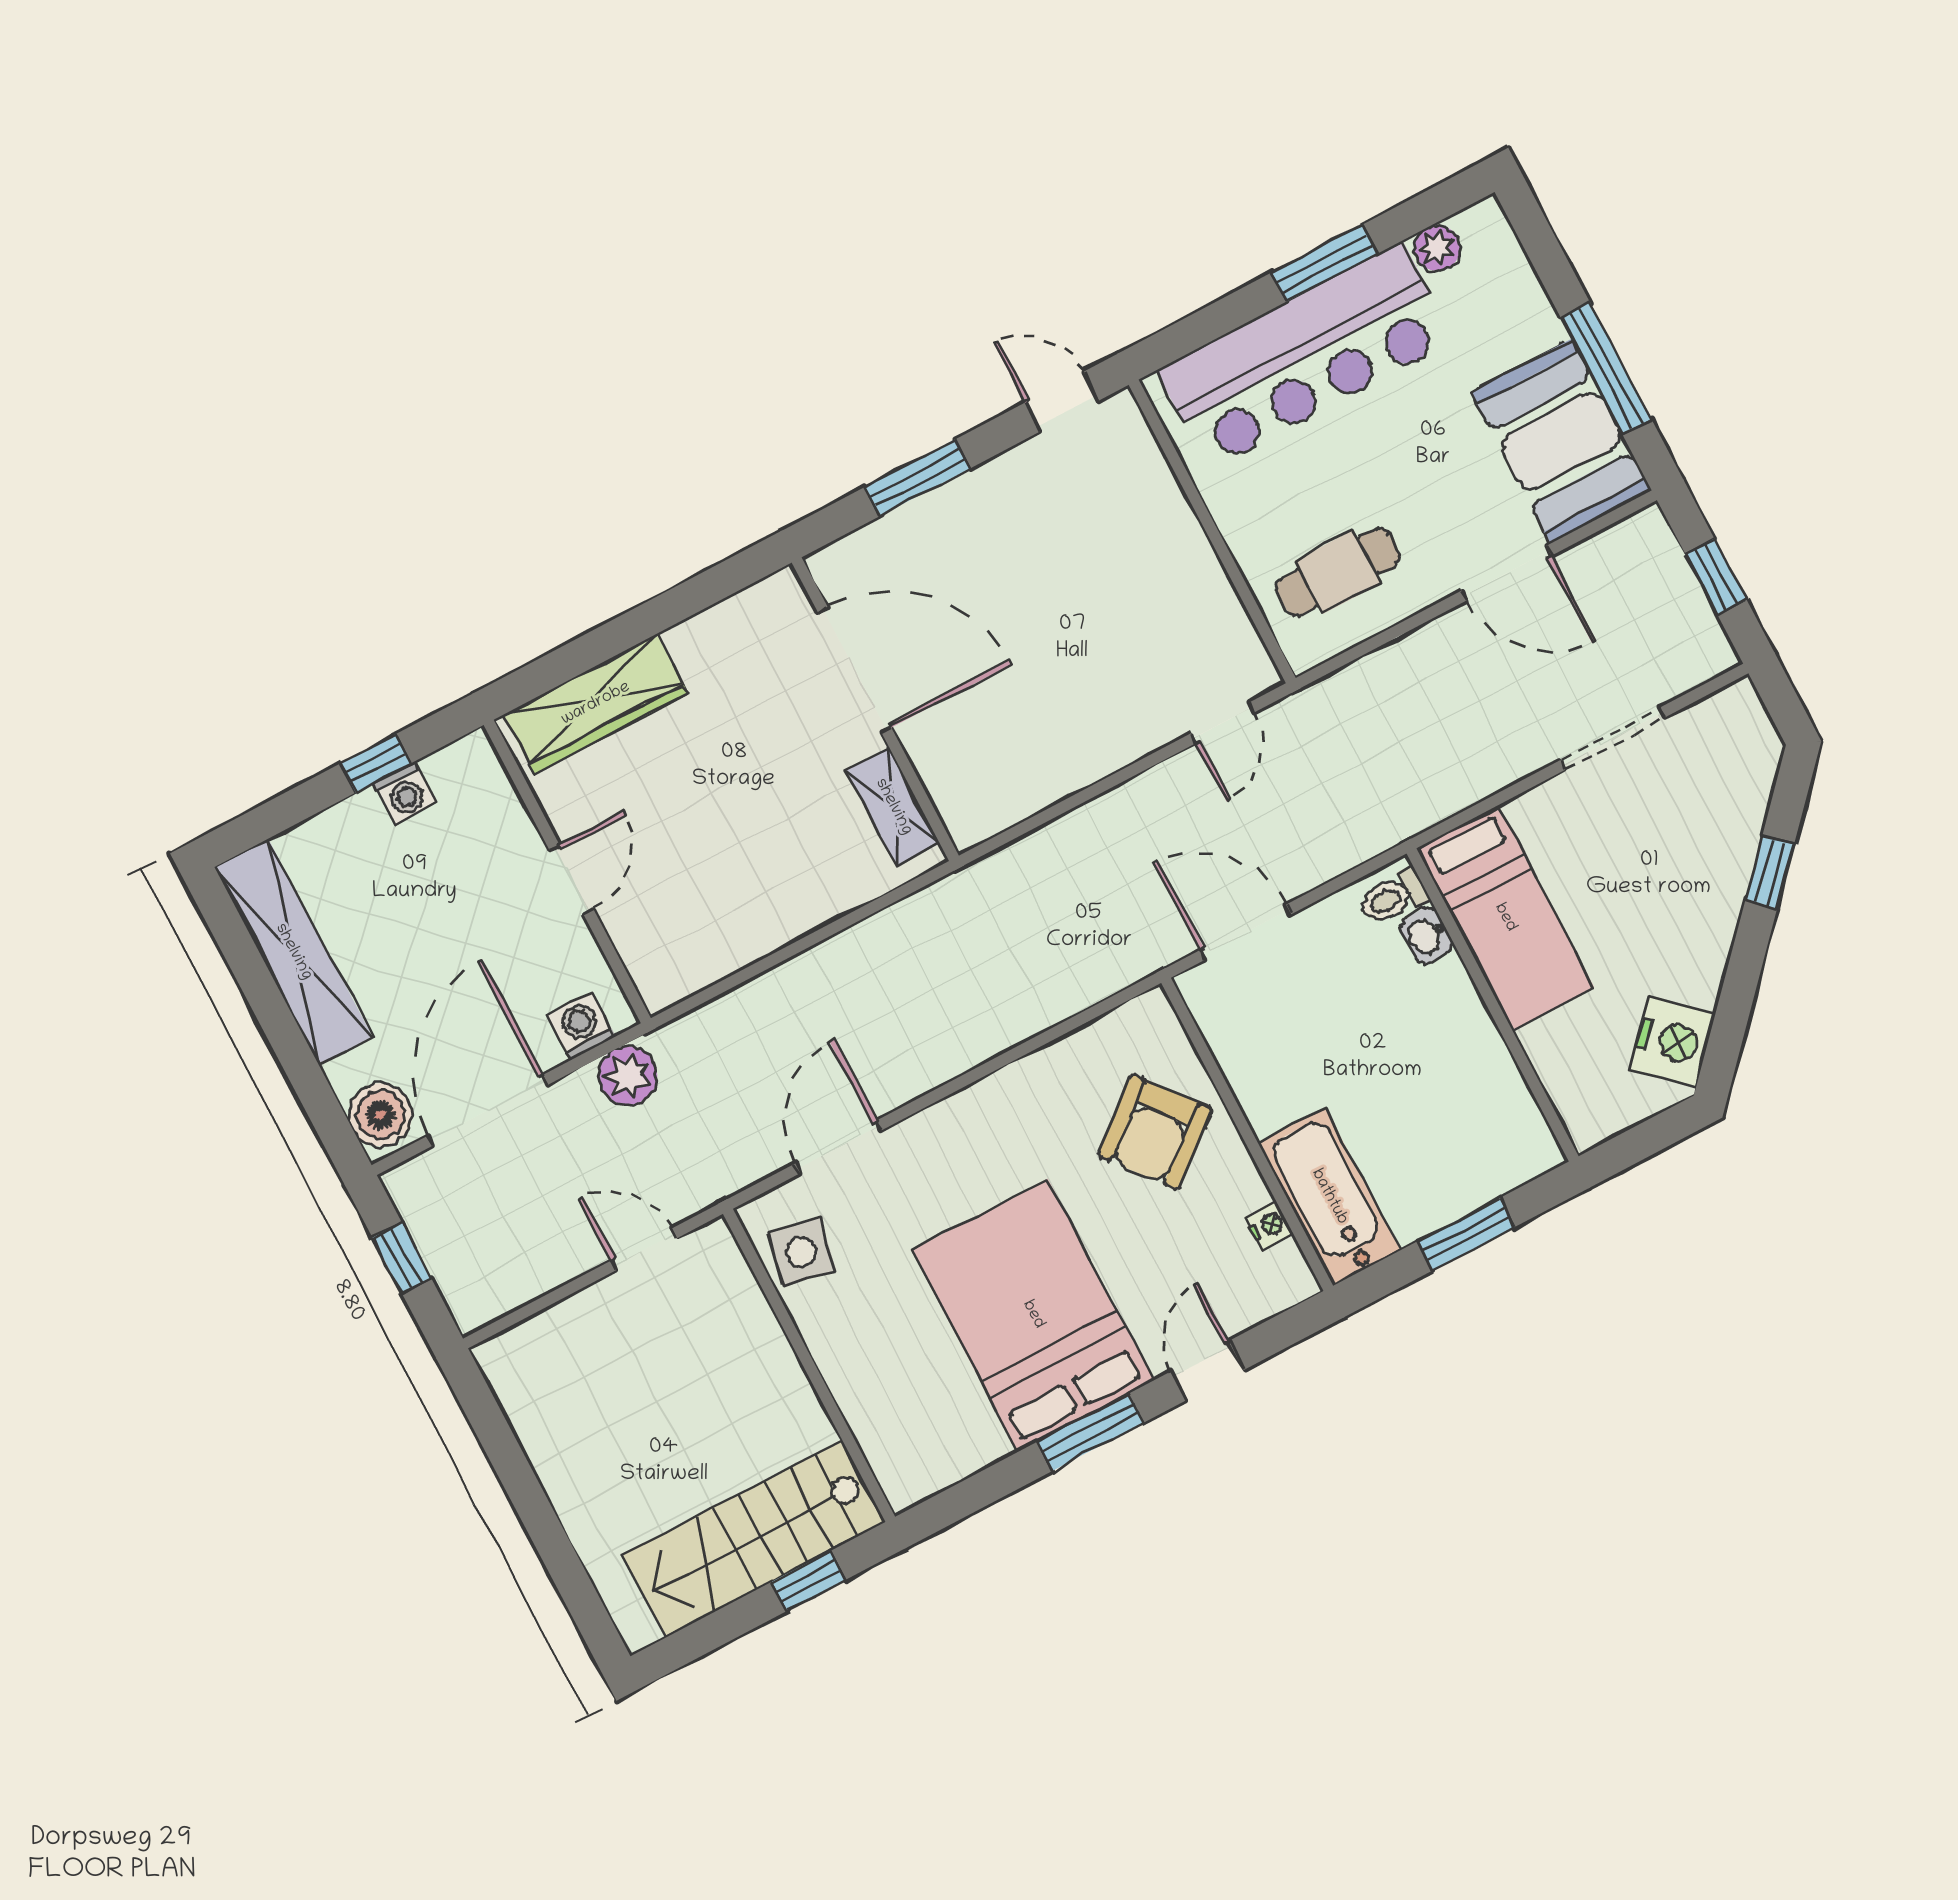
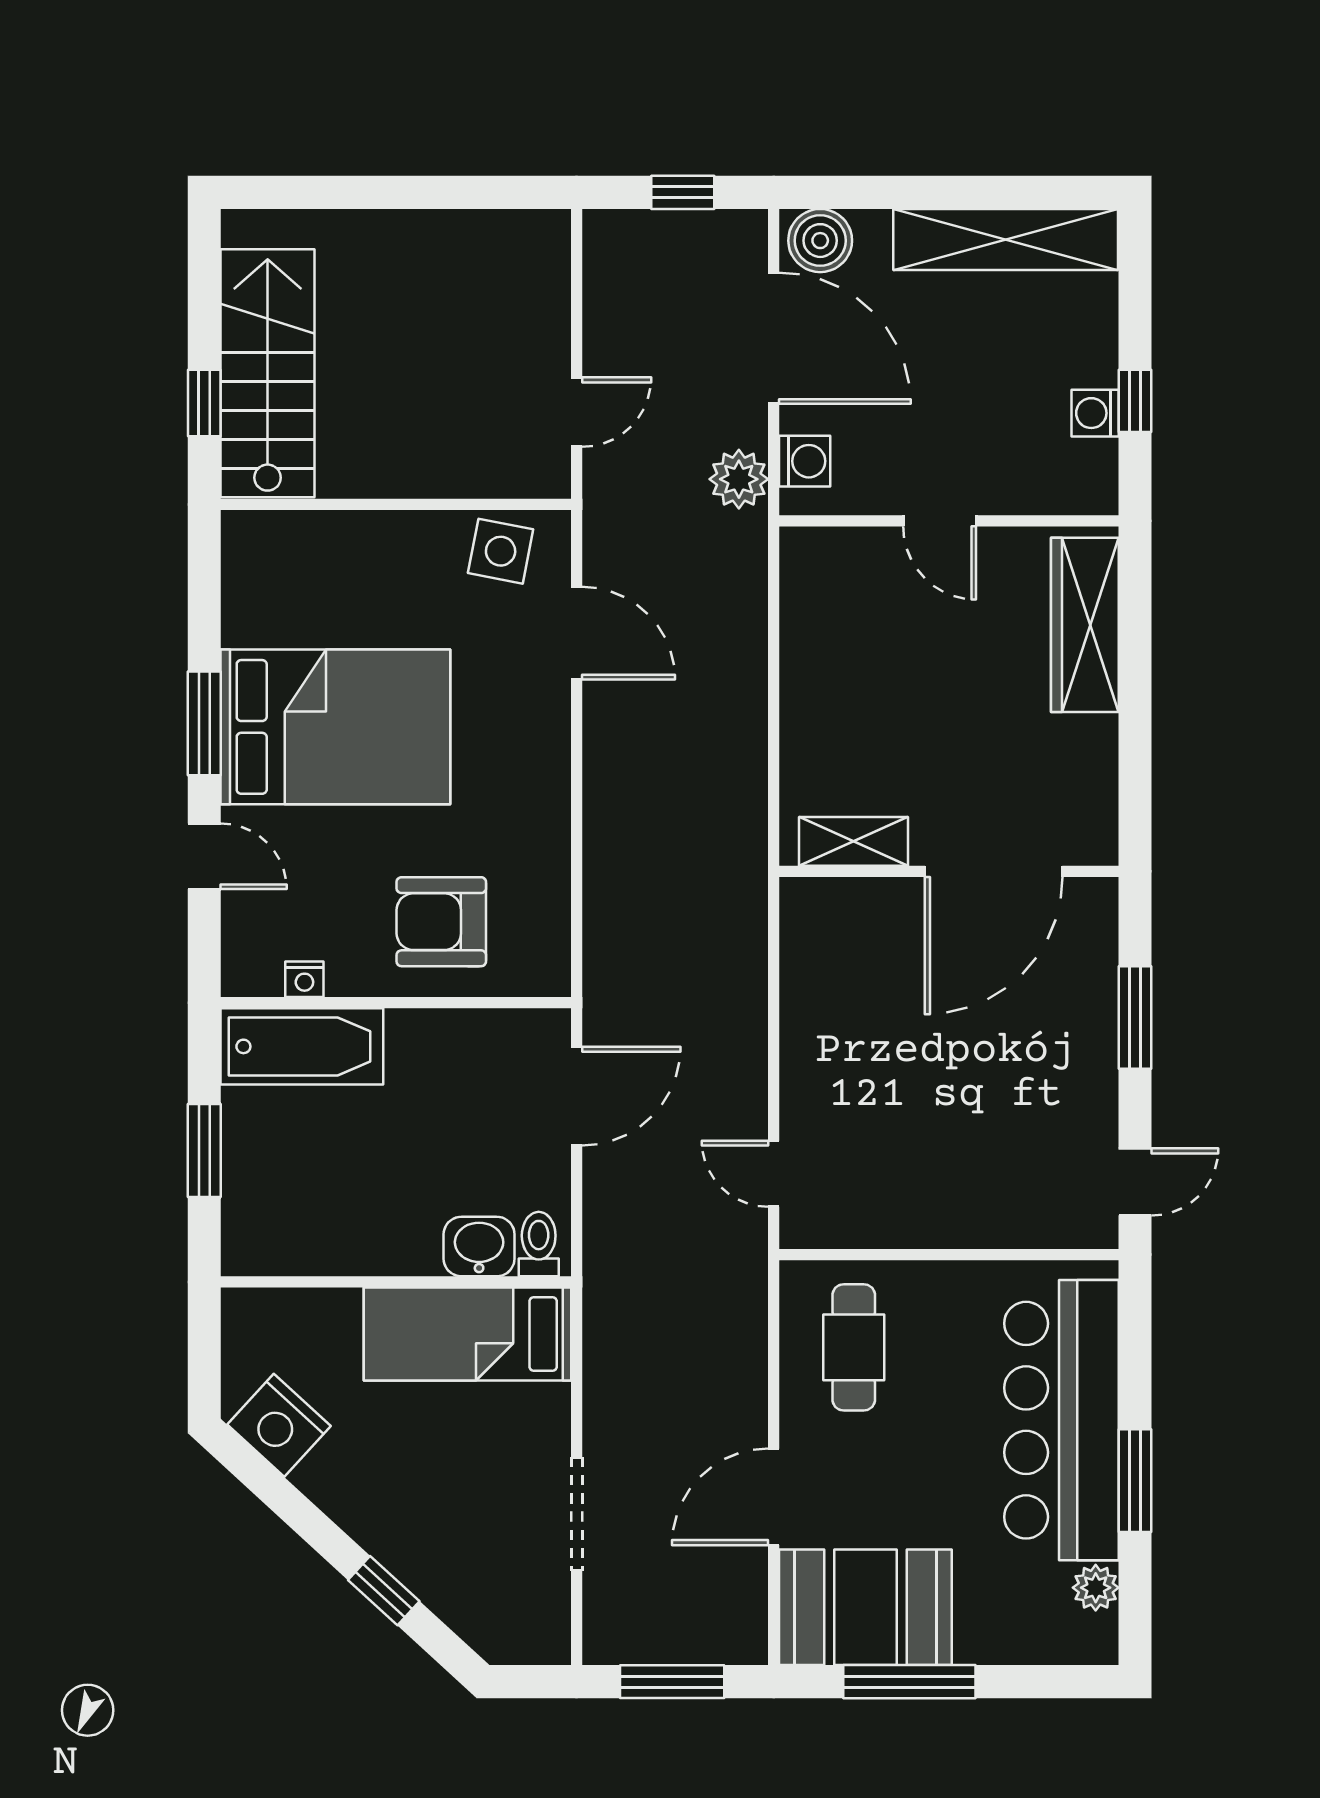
window: (1716, 577) -> (672, 1682), width x1.50
washbasin: (1427, 935) -> (479, 1247), width x1.38, depth x1.45
armchair: (1155, 1132) -> (441, 922), turned -51

